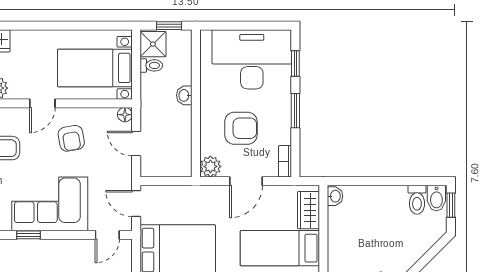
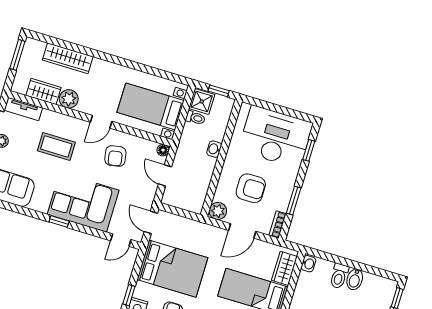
window: (295, 111) -> (294, 200), moved
bidet: (436, 198) -> (355, 279), moved
toilet: (417, 200) -> (339, 276), moved

